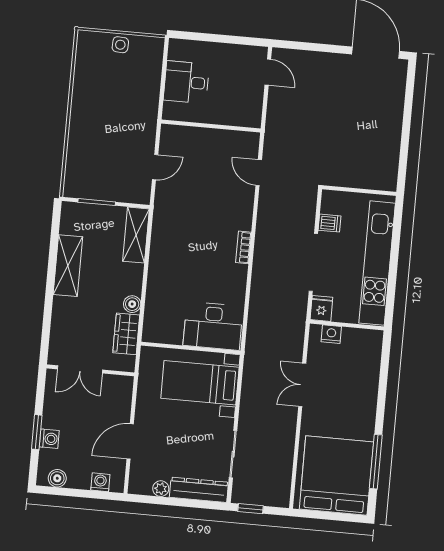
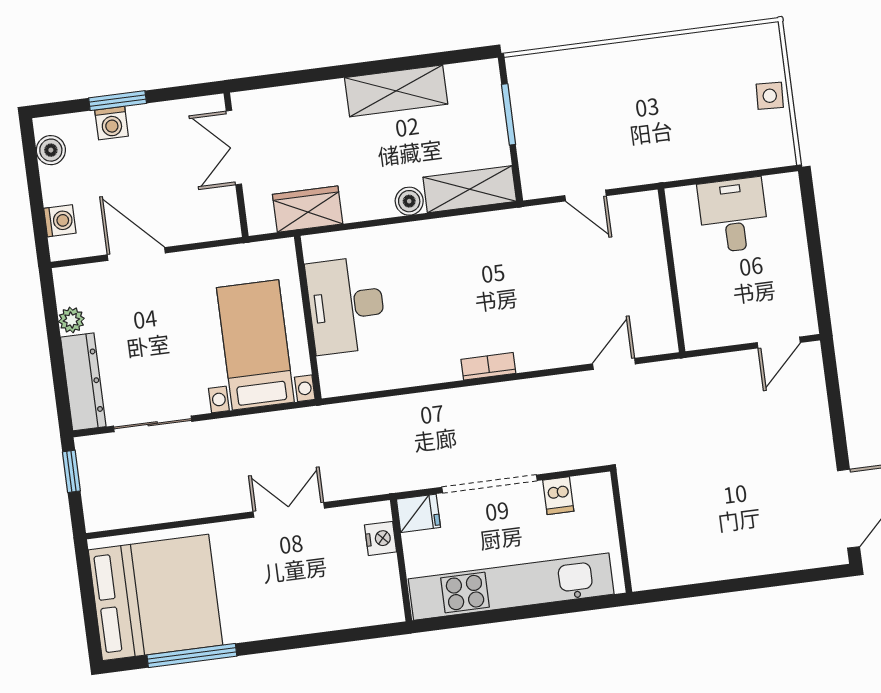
boiler: (132, 304) -> (409, 201), moved
desk: (213, 326) -> (346, 305), moved

